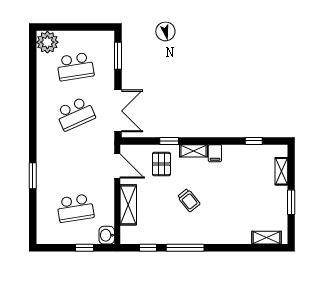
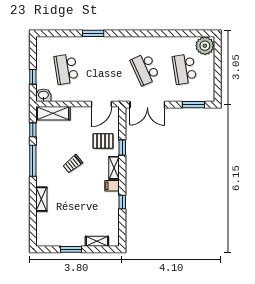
window: (254, 141) -> (122, 202), moved
shelving: (128, 205) -> (53, 113), moved
shelving: (267, 238) -> (41, 199), moved

